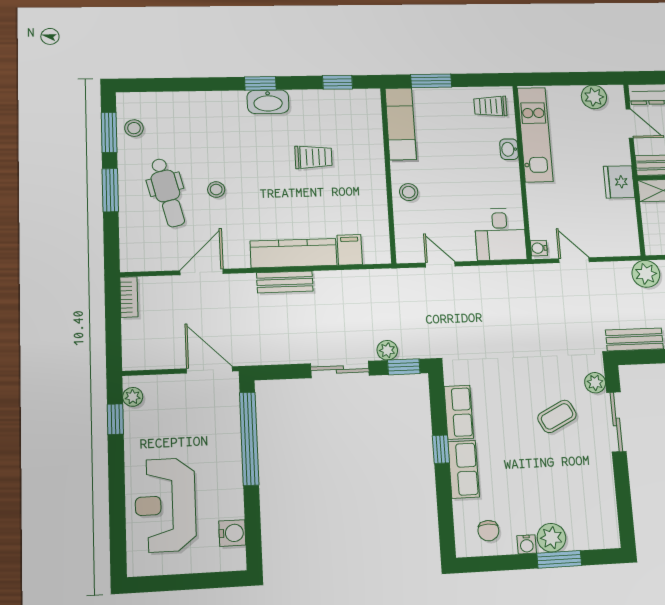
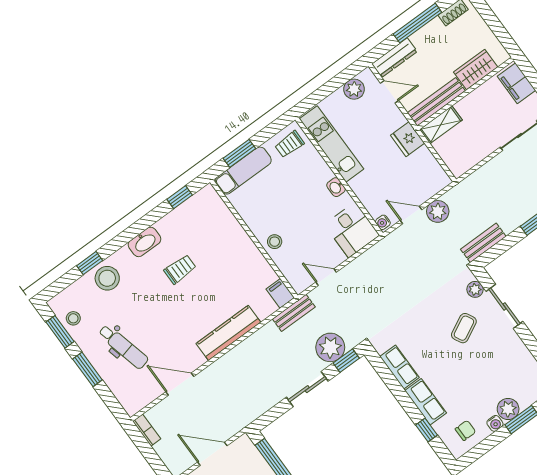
window: (260, 83) -> (90, 263), moved
exam couch: (401, 124) -> (243, 171), moved, turned 90
washbasin: (509, 149) -> (336, 187), moved
trolley: (313, 157) -> (180, 269), moved
stool: (216, 190) -> (107, 278), moved, width x1.89, depth x1.89
filing cabinet: (350, 250) -> (280, 293), moved
door: (202, 272) -> (180, 384), hinge flipped
plant: (646, 274) -> (438, 211), moved
bench: (285, 282) -> (294, 313), moved
plant: (387, 350) -> (330, 347), width x1.87, depth x1.87
door: (209, 370) -> (212, 454), moved
window: (441, 449) -> (427, 430), moved
chair: (488, 531) -> (465, 430), turned -90

